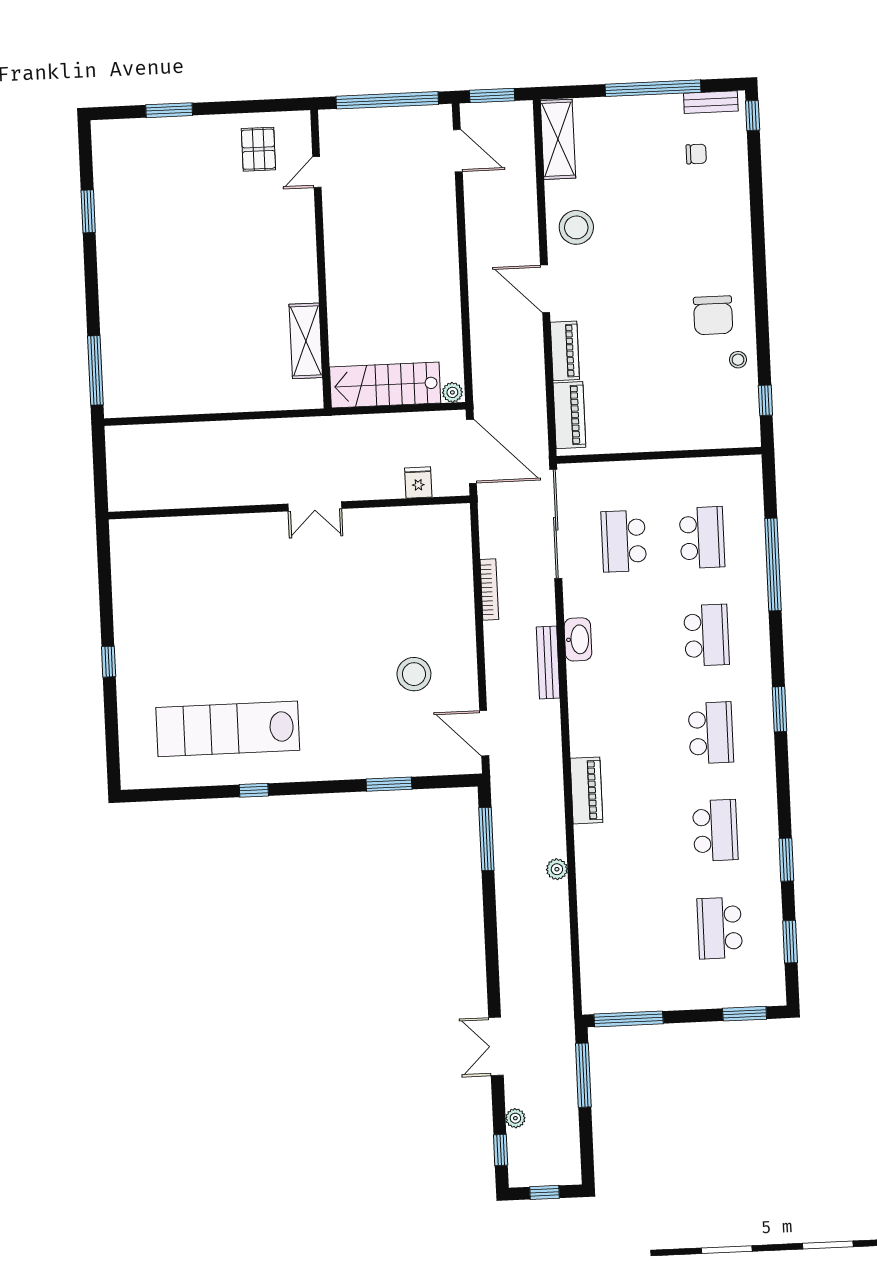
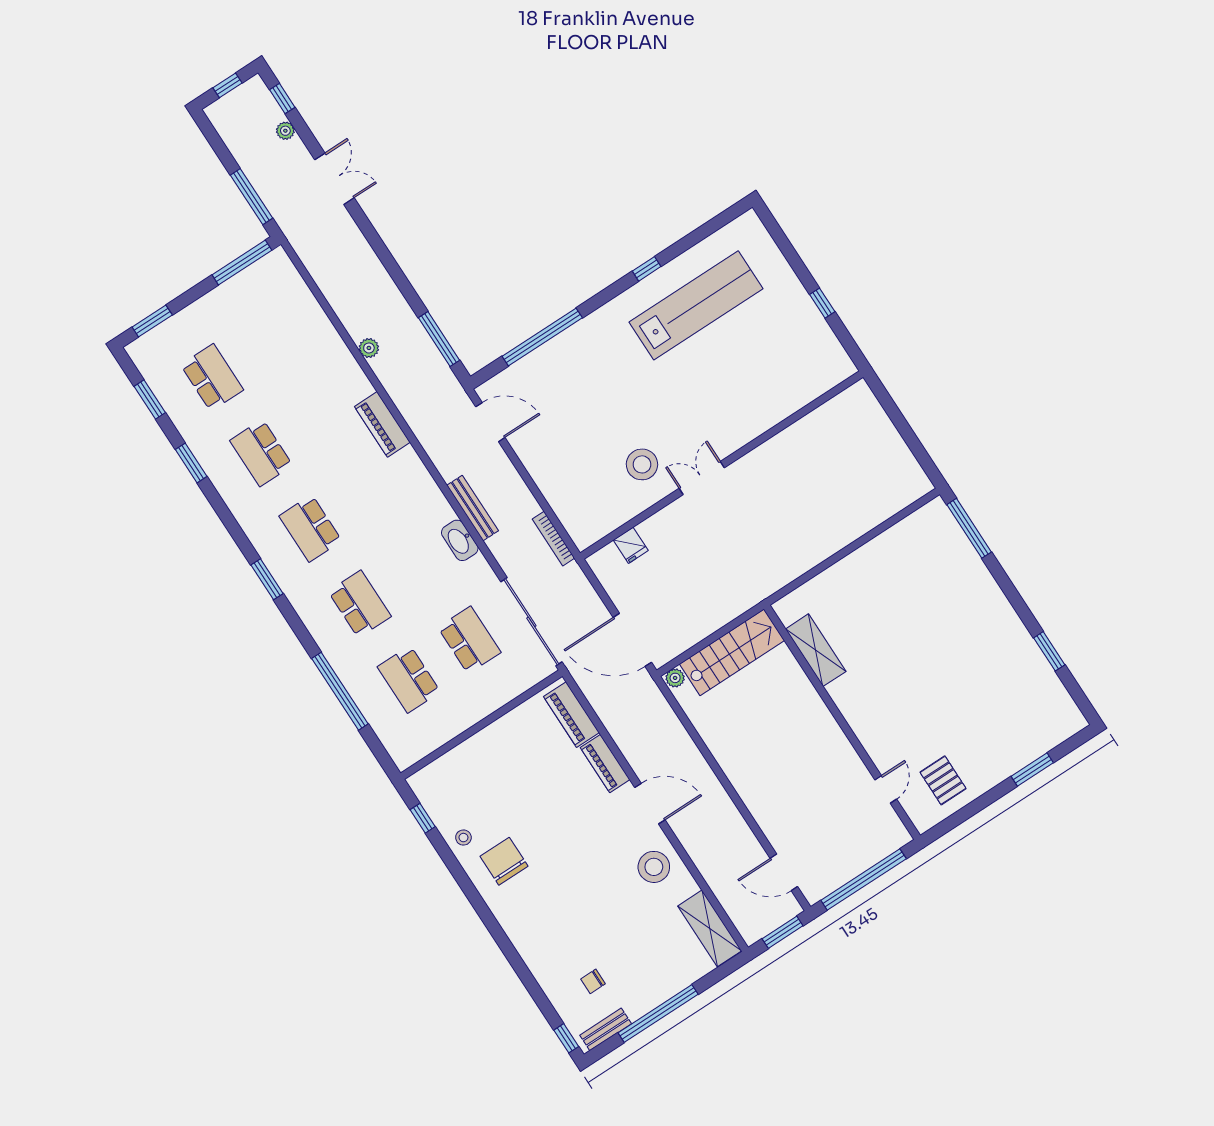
fridge: (418, 482) -> (631, 545), moved
double door: (315, 506) -> (702, 478), moved
wall: (289, 507) -> (722, 465), moved
school desk: (706, 635) -> (360, 604), turned 180
stool: (414, 674) -> (642, 464), moved
window: (389, 784) -> (542, 337), width x2.11

